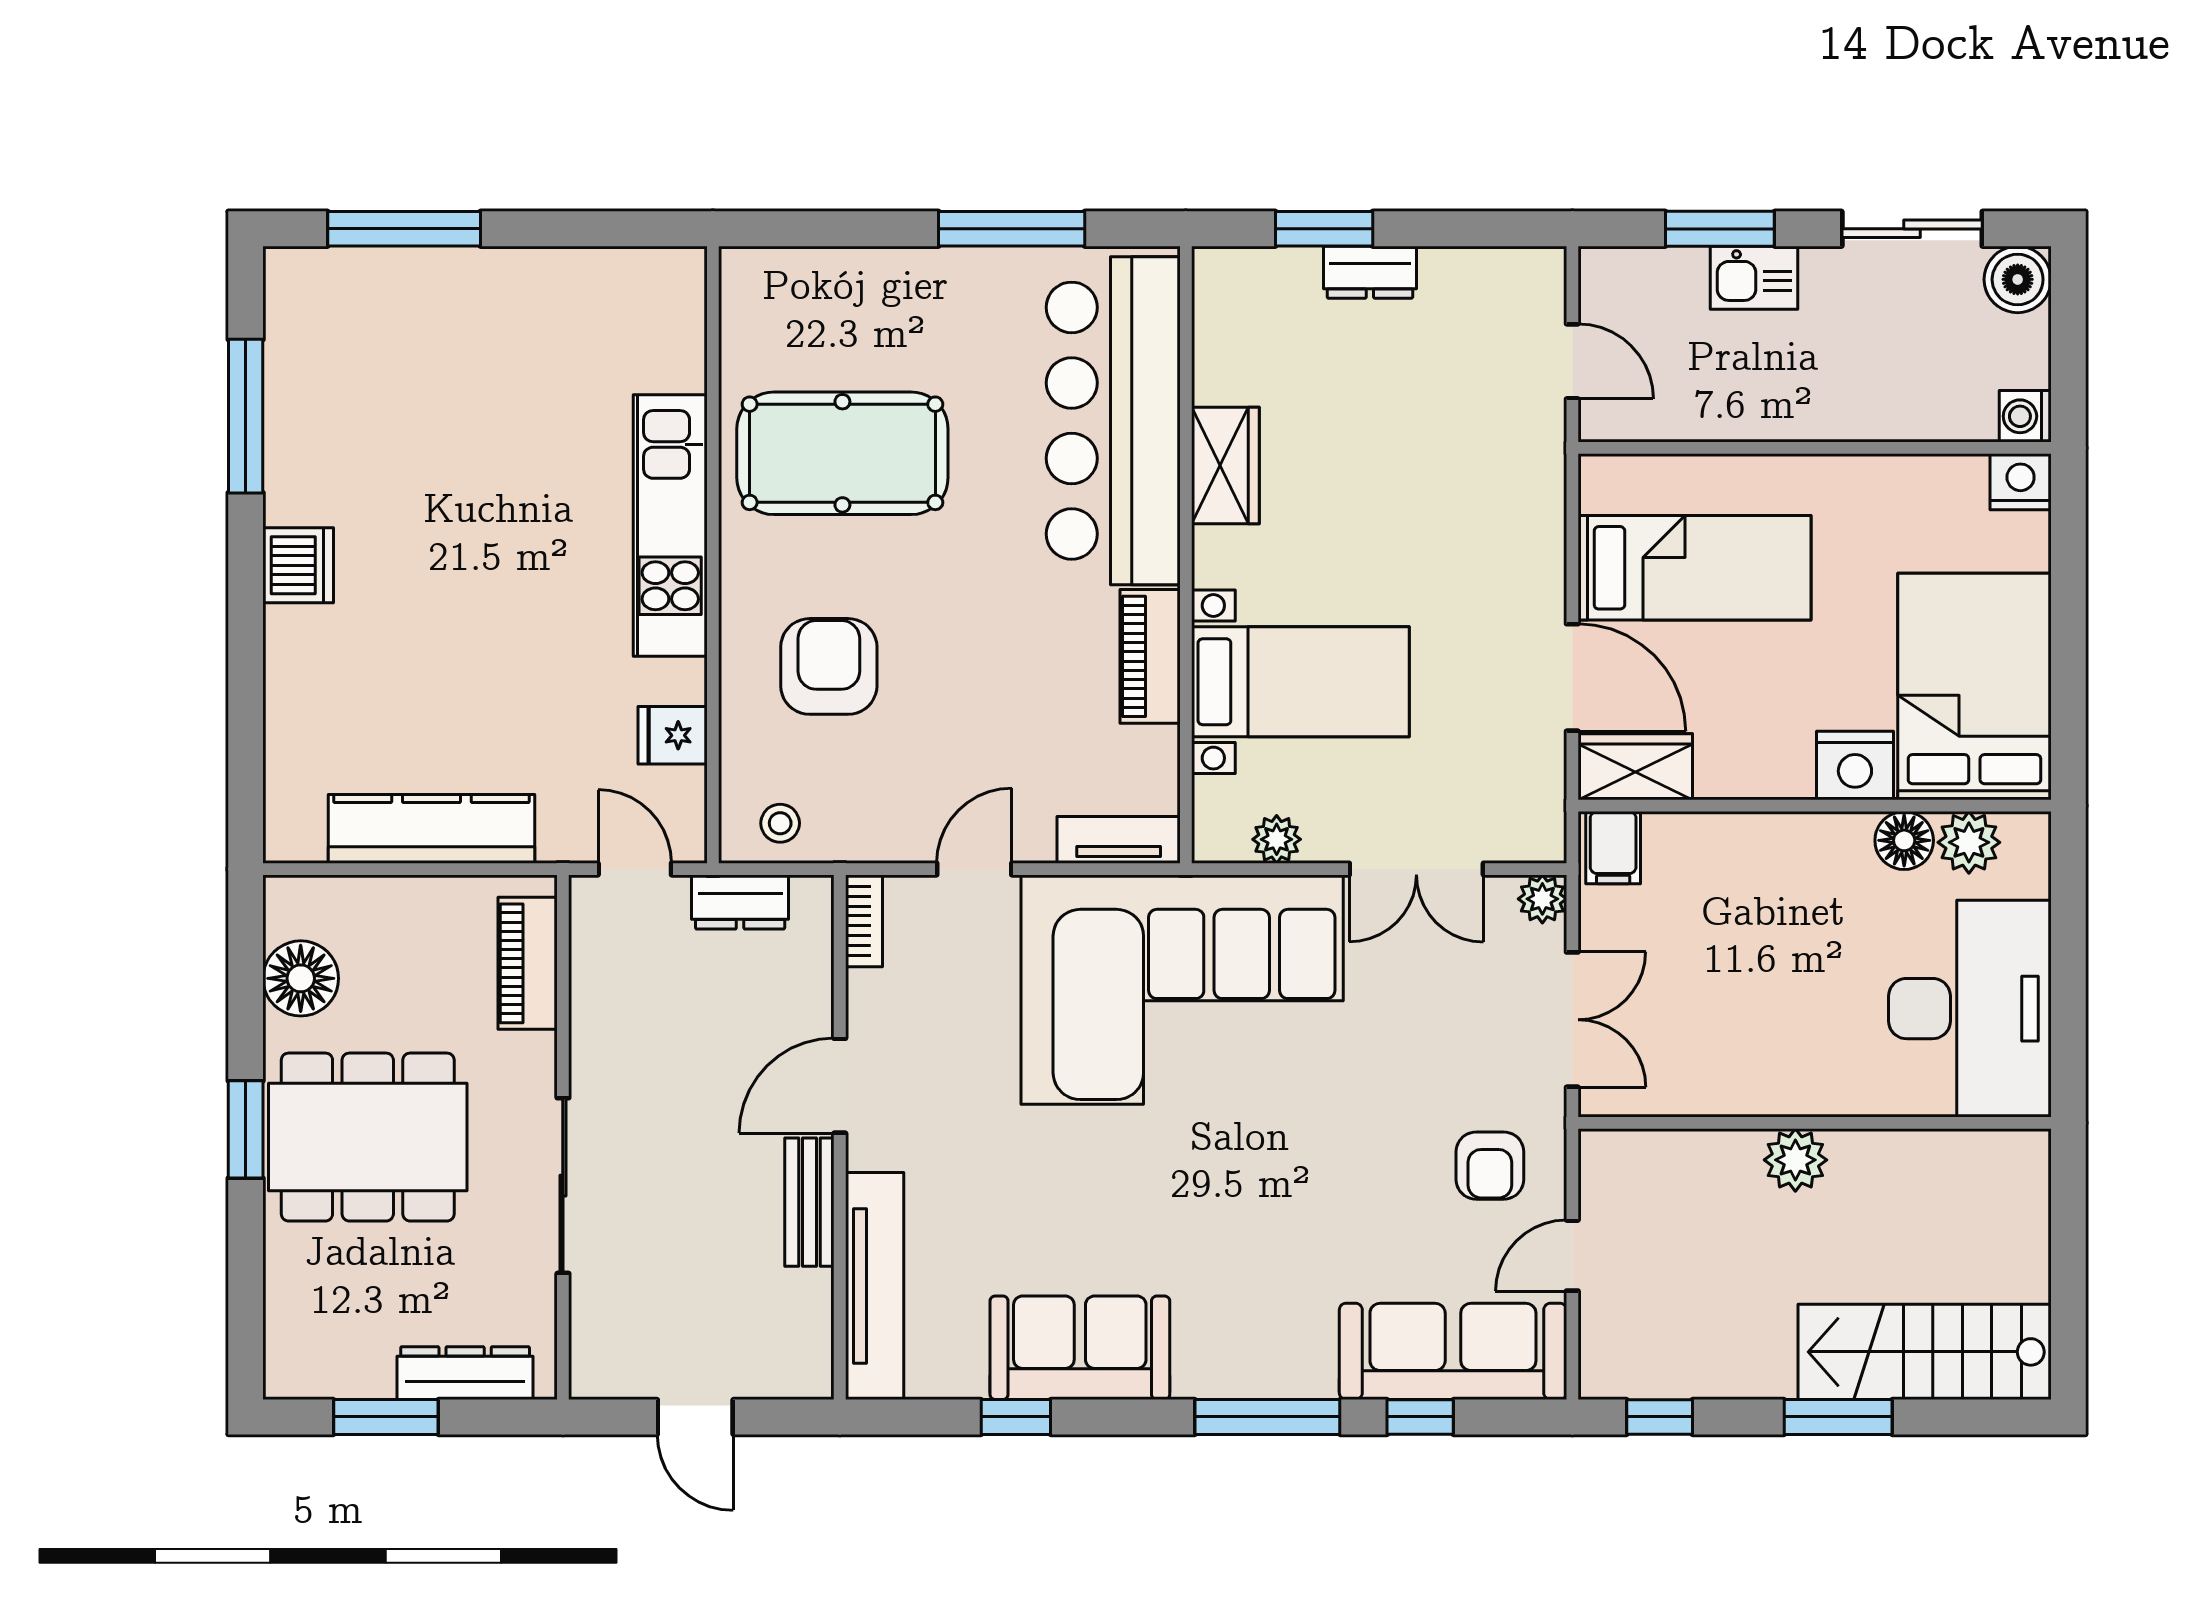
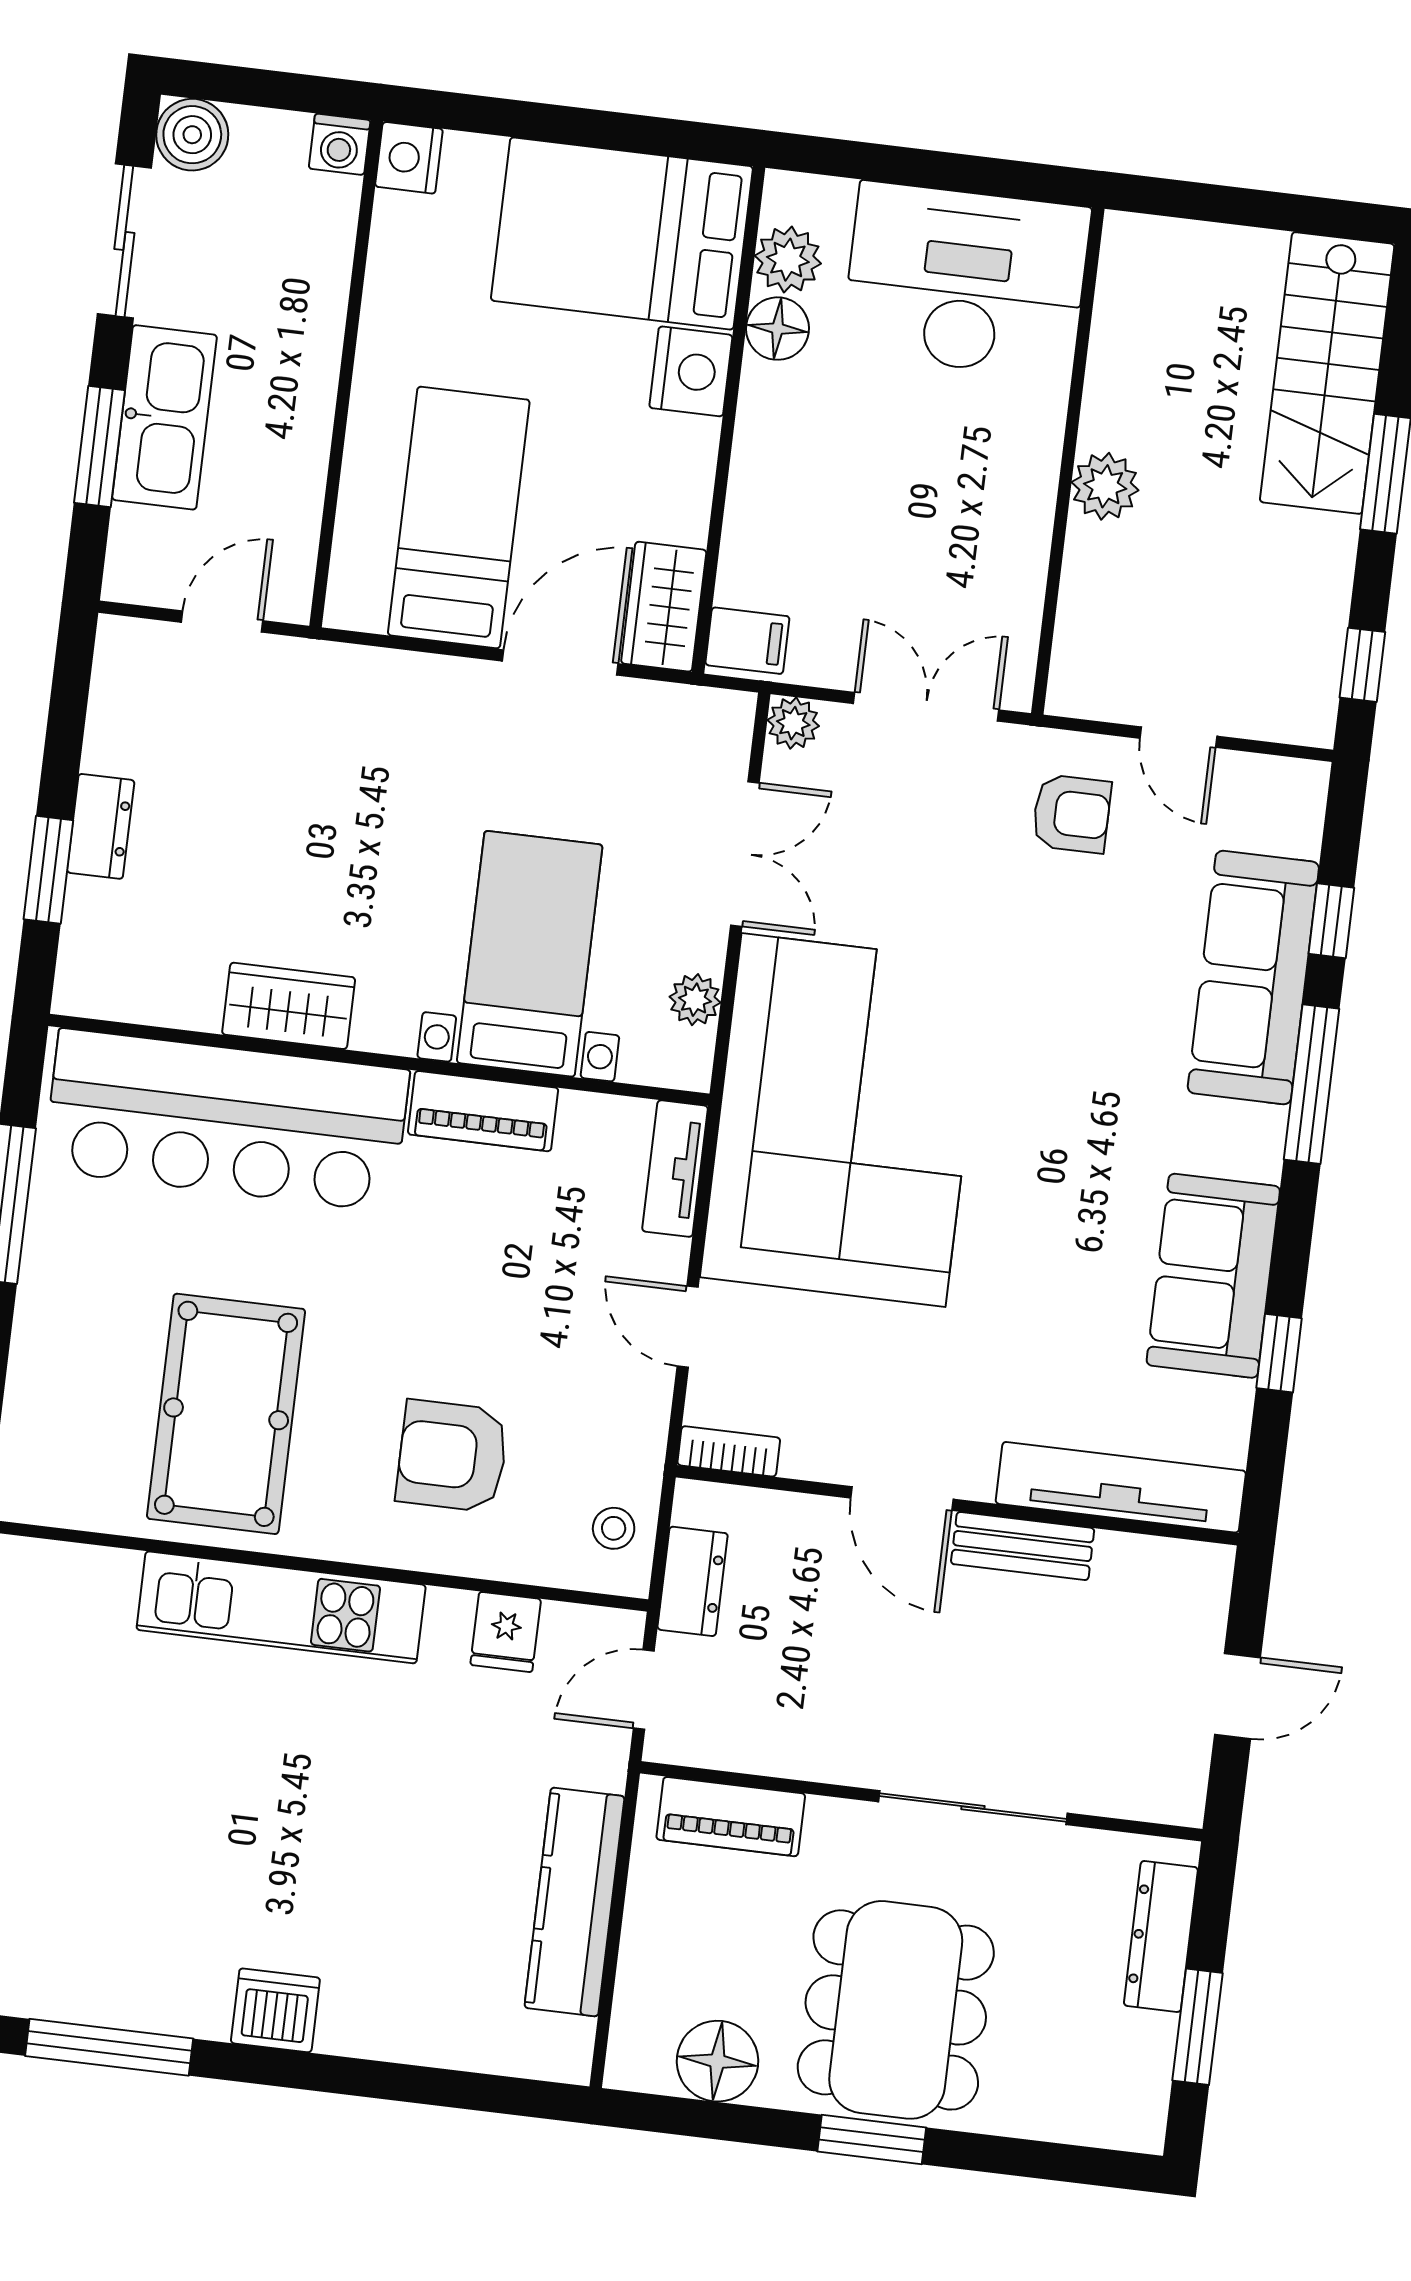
kitchen sink: (1754, 278) -> (164, 417), width x1.88, depth x1.24
sofa: (1453, 1351) -> (1253, 978), moved

